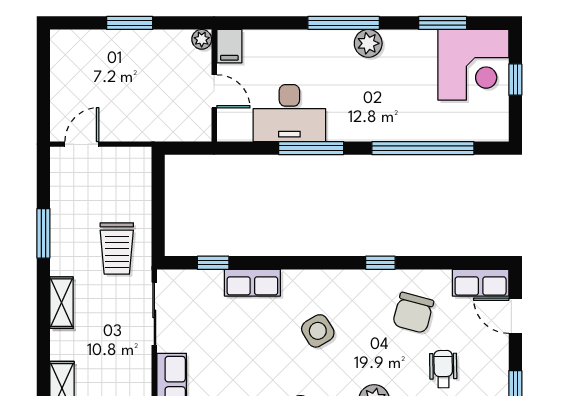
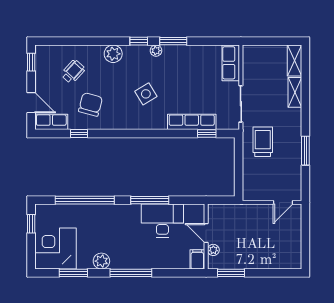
window: (130, 23) -> (231, 273), moved
plant: (202, 39) -> (213, 250), moved
plant: (368, 43) -> (101, 261), moved
window: (515, 80) -> (31, 224), moved
window: (380, 263) -> (79, 134), moved
row of seats: (252, 283) -> (192, 122), width x1.48
shelving: (62, 303) -> (295, 92), moved
wheelchair: (443, 369) -> (73, 72), turned -136

